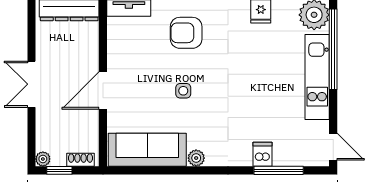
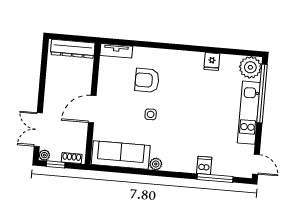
armchair: (186, 33) -> (147, 80), moved
double door: (32, 84) -> (38, 130), moved

